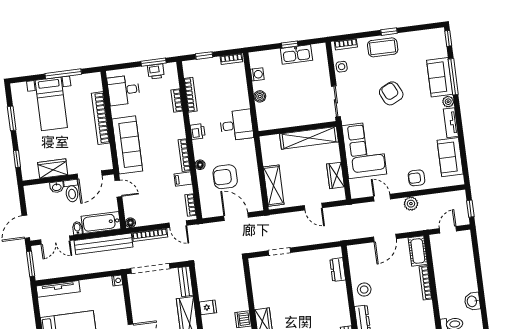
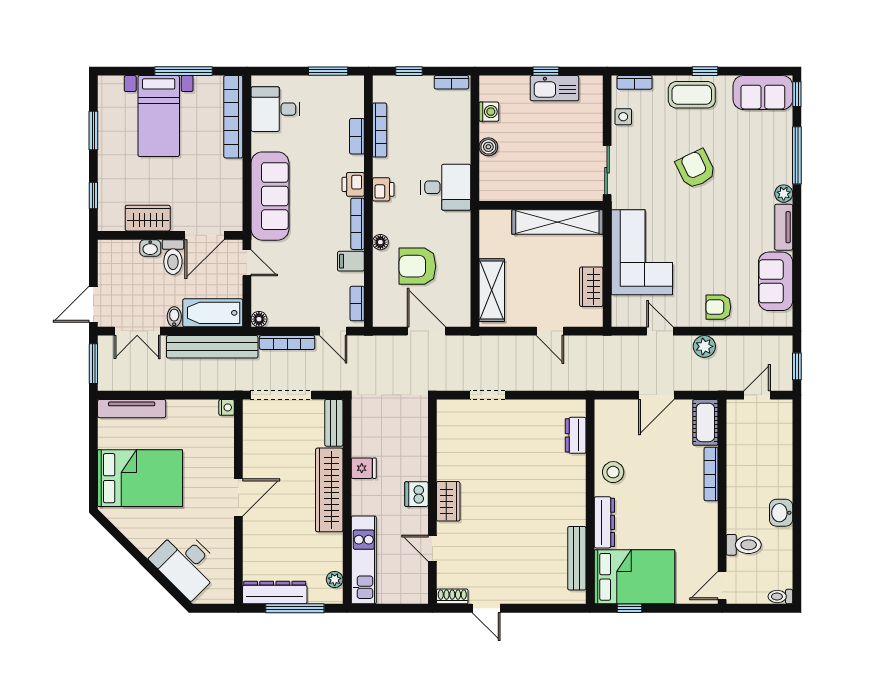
printer: (156, 72) -> (353, 184), moved, turned 90
sofa: (440, 77) -> (763, 93), moved, turned -90
bookcase: (101, 118) -> (233, 117), moved

